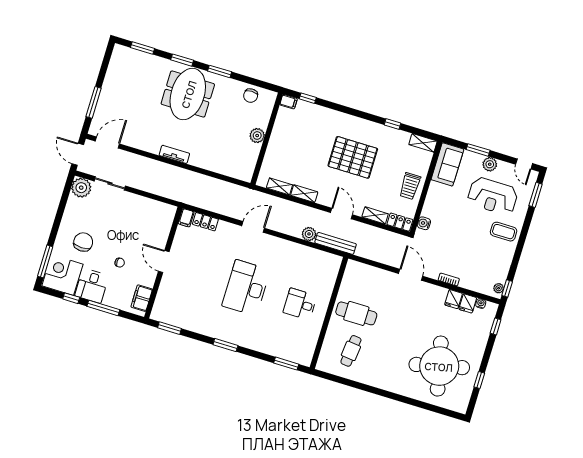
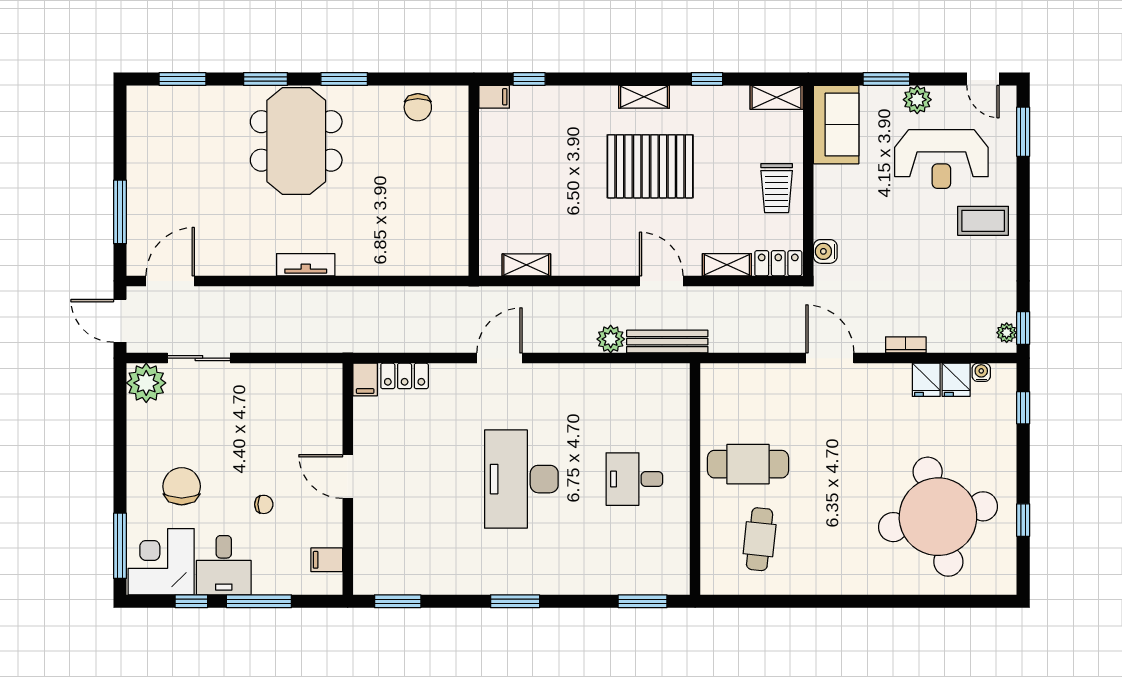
plant: (257, 136) -> (454, 180), removed
shelving: (304, 194) -> (644, 97), moved
filing cabinet: (142, 298) -> (327, 560), width x0.50

